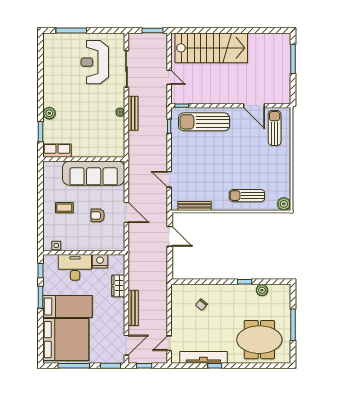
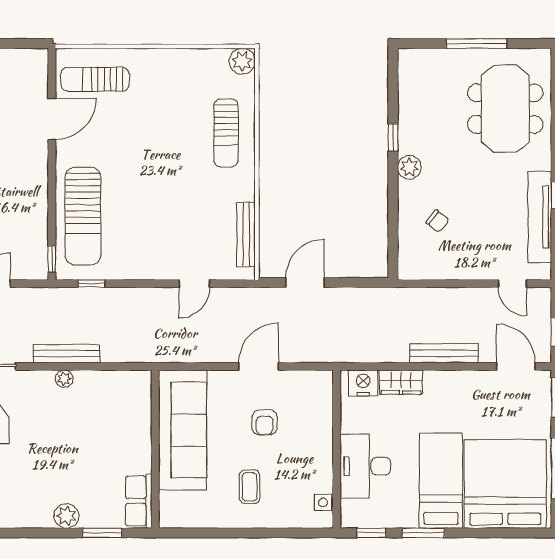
nightstand: (100, 261) -> (363, 383), moved, turned 90
plant: (262, 290) -> (409, 167), moved

